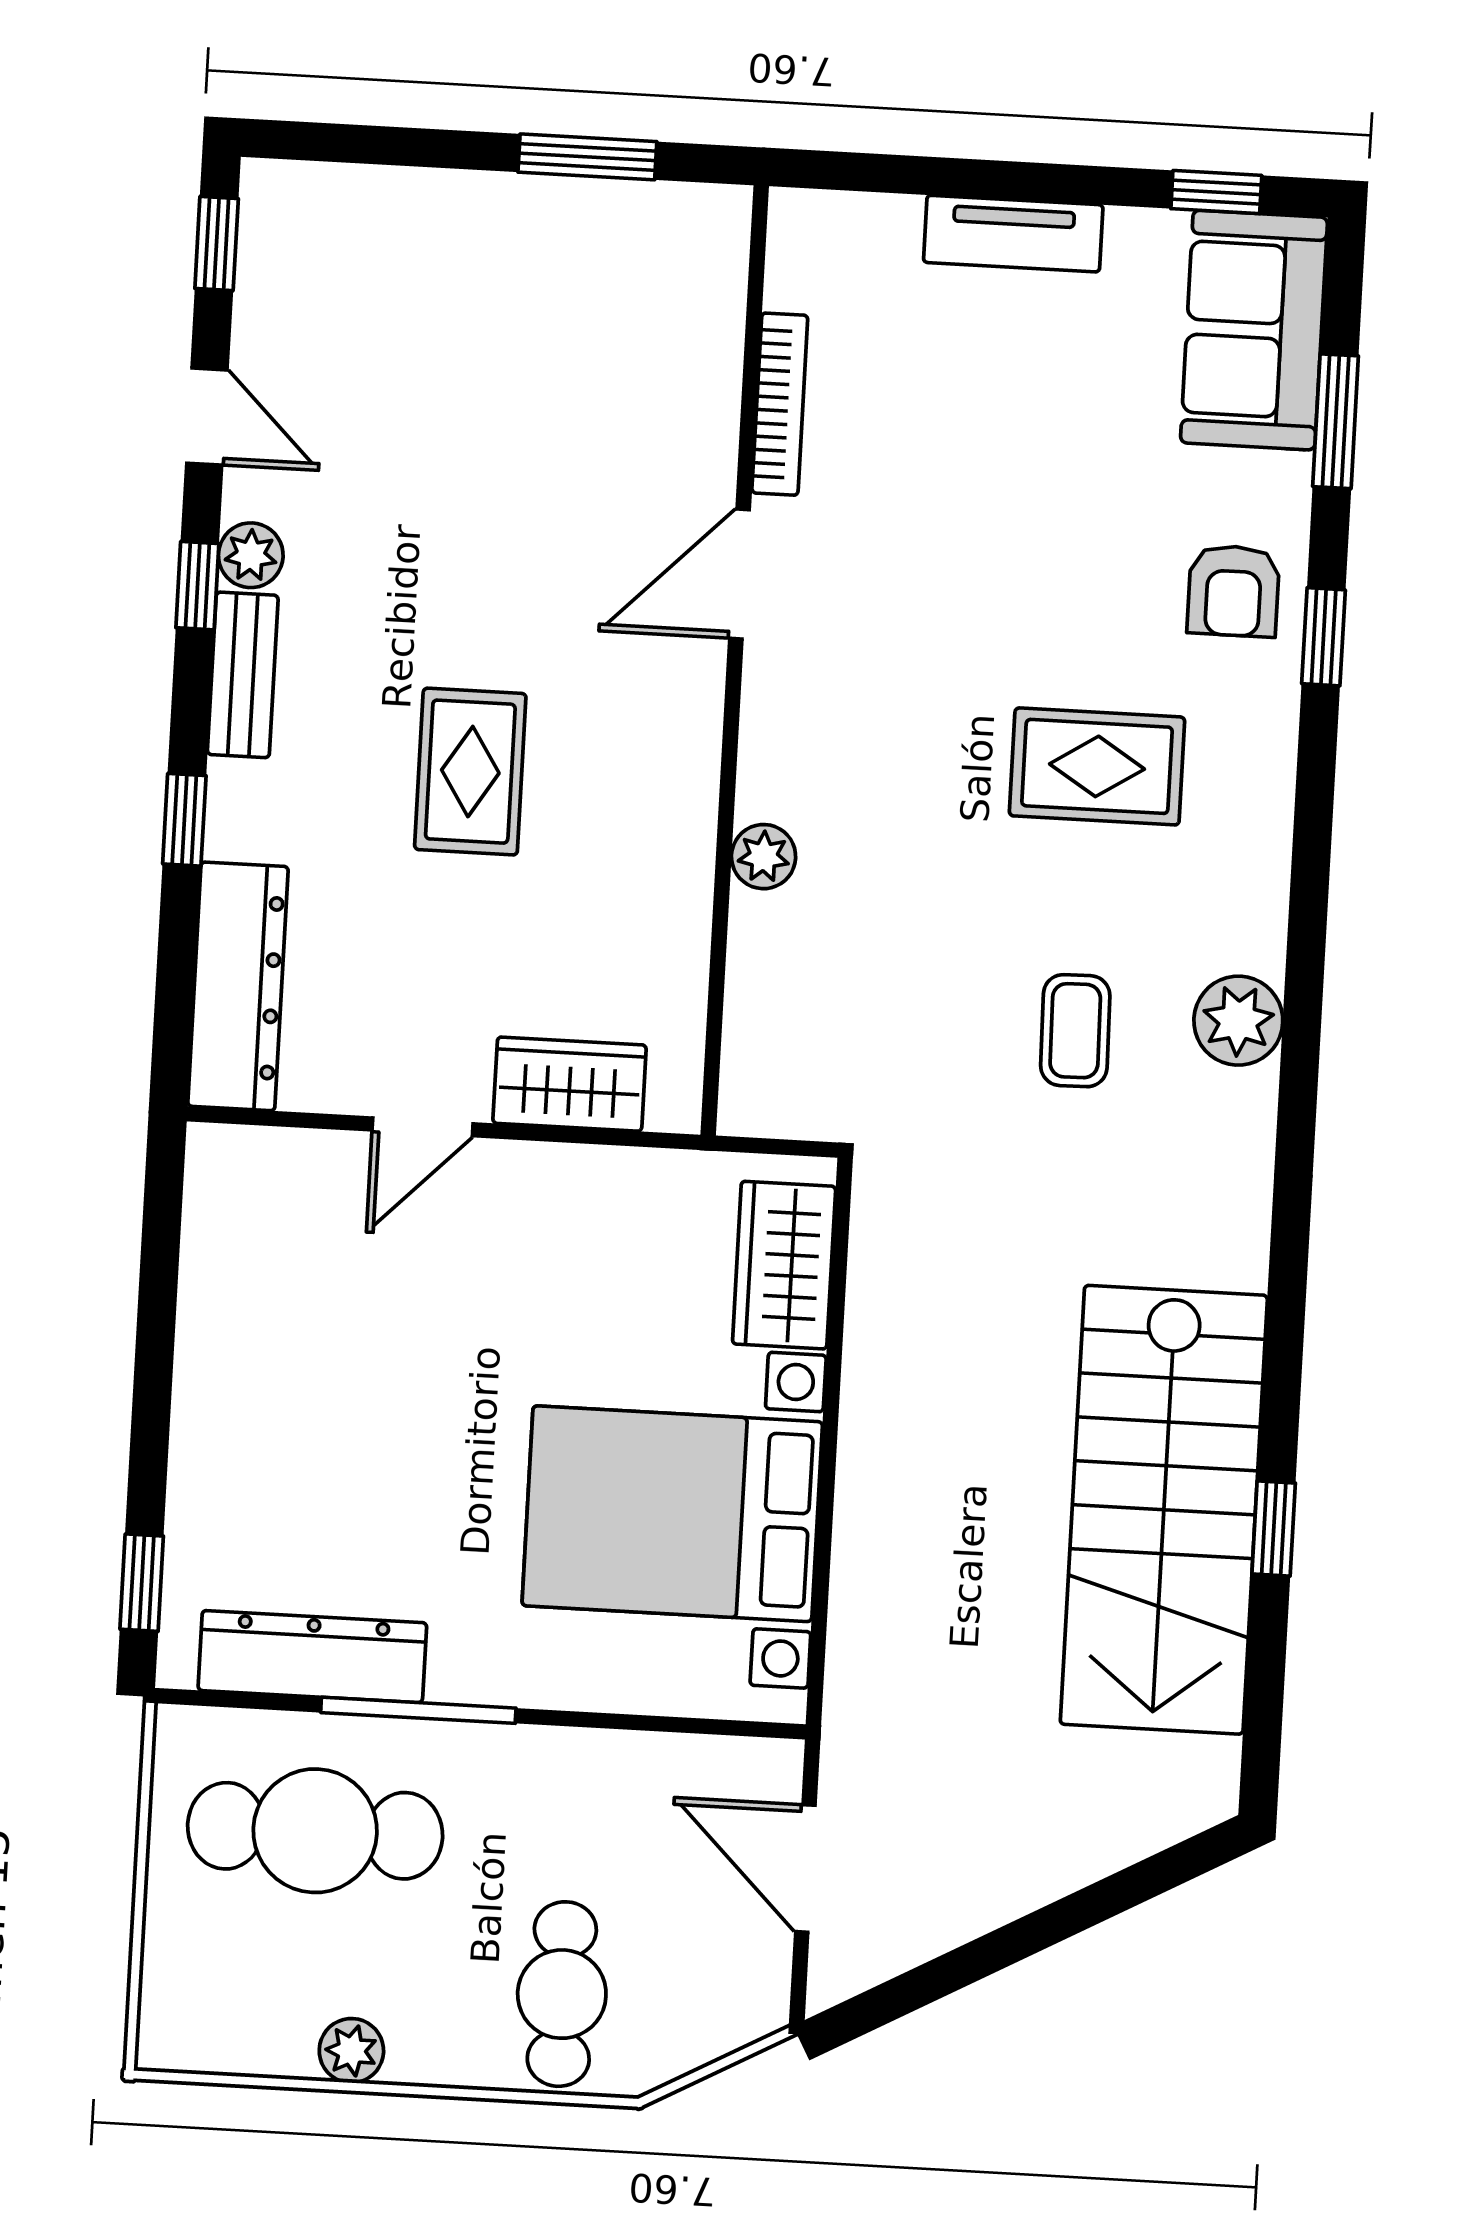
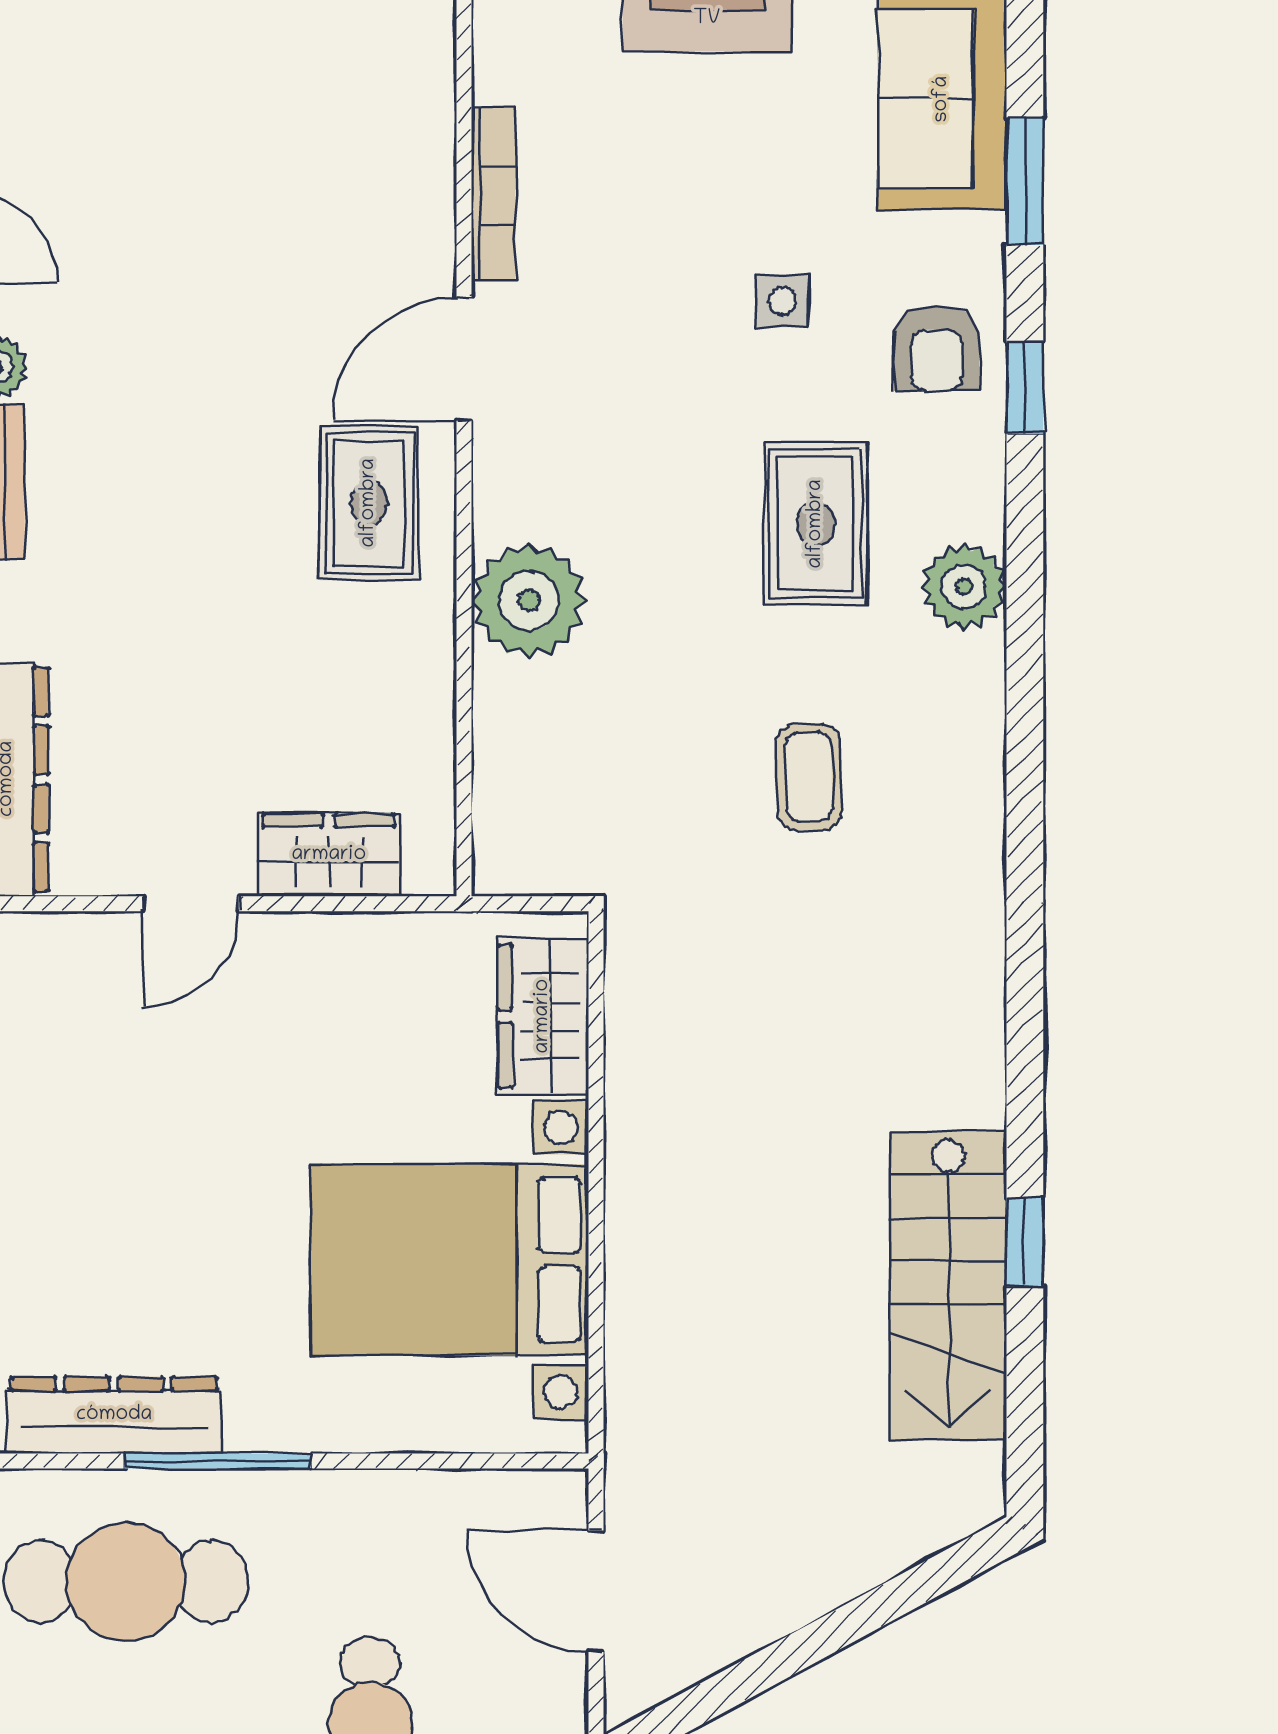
side table: (1075, 532) -> (782, 301), added
rug: (1097, 766) -> (816, 524), turned 90
rug: (470, 772) -> (369, 503), moved
plant: (764, 857) -> (529, 601), width x1.87, depth x1.87
plant: (1238, 1021) -> (964, 587), moved
stairs: (1164, 1510) -> (948, 1286), width x0.73, depth x0.66

